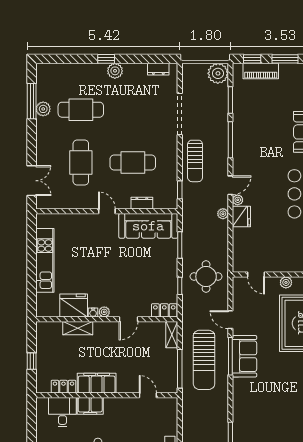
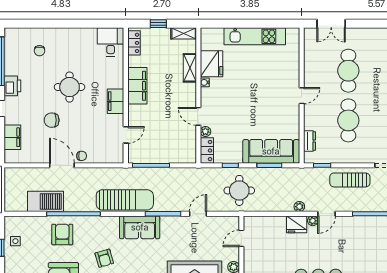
cafe table: (81, 162) -> (348, 71), turned 90
door: (230, 185) -> (327, 214), hinge flipped
dresser: (142, 203) -> (310, 141), moved
sofa: (148, 226) -> (271, 151), moved, turned 90
plant: (104, 312) -> (205, 131), moved
shelving: (172, 335) -> (184, 33), moved
sofa: (244, 356) -> (140, 227), moved
sun lounger: (204, 360) -> (125, 200), moved, turned 180
locker: (63, 387) -> (134, 43), moved
filing cabinet: (90, 406) -> (116, 101), moved
desk: (62, 412) -> (111, 42), moved, turned -90
armchair: (277, 418) -> (104, 258), added

